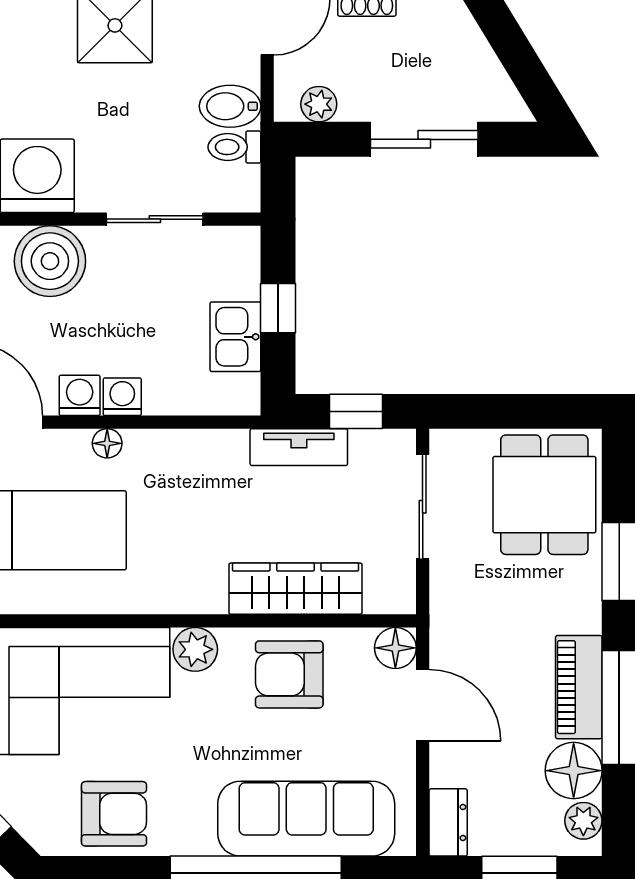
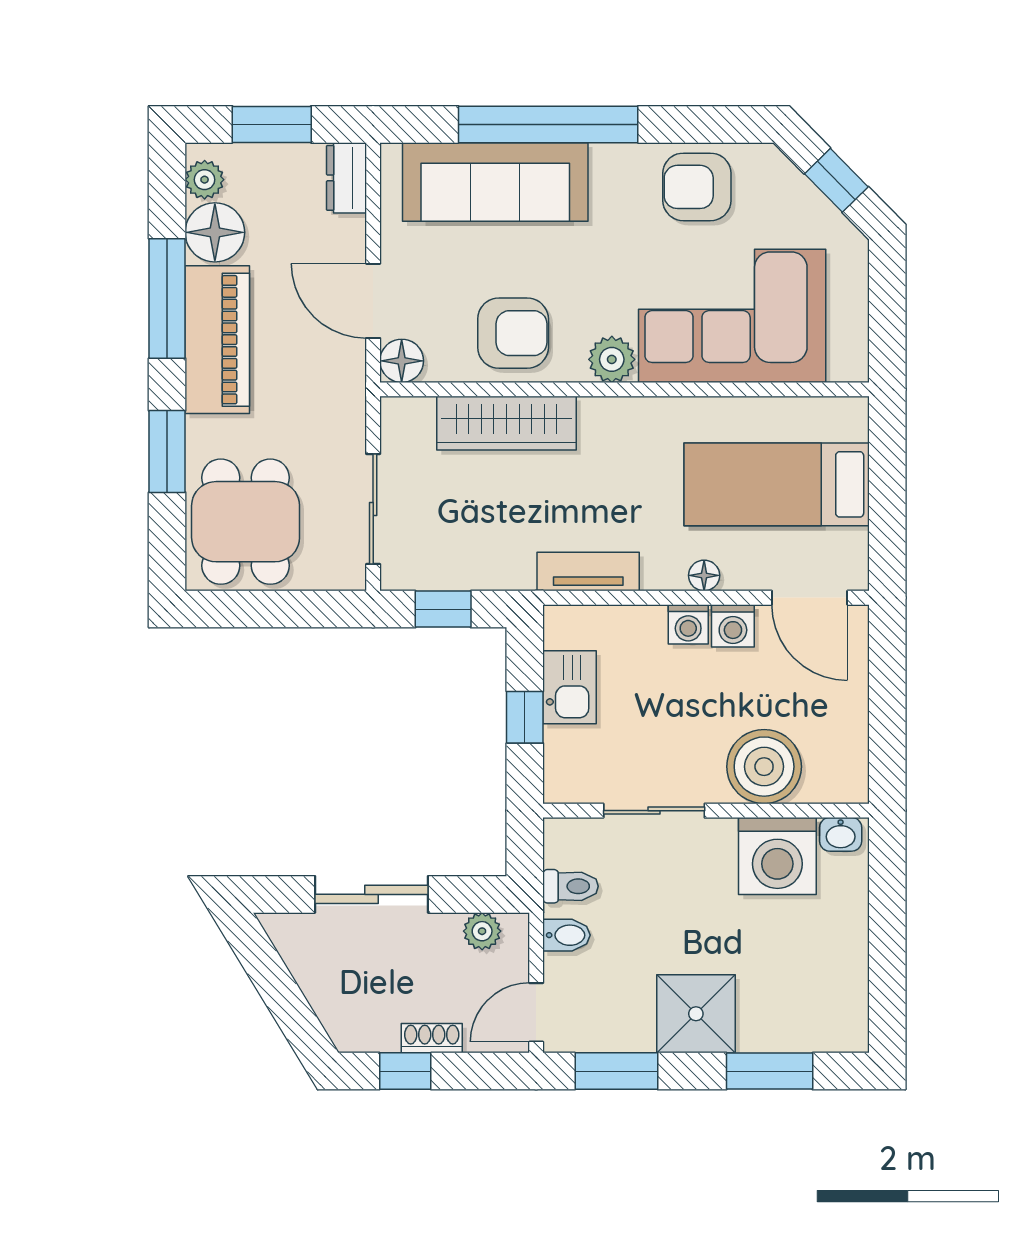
bidet: (230, 106) -> (567, 935), width x0.72, depth x0.74
tv unit: (299, 447) -> (588, 571), moved
piano: (579, 687) -> (217, 340), width x1.37, depth x1.33

